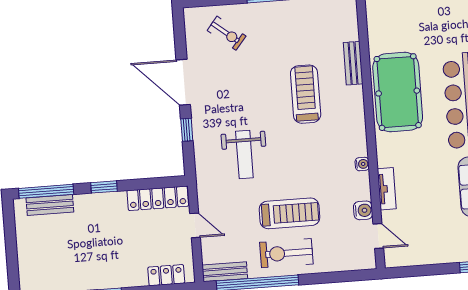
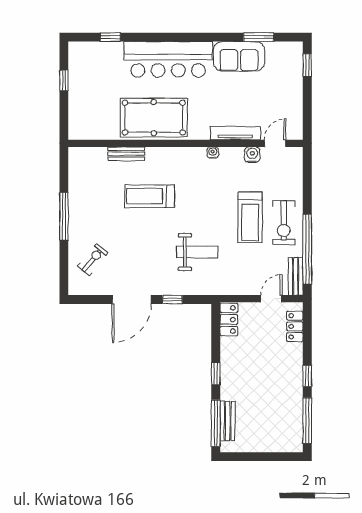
tv unit: (387, 189) -> (235, 133), width x1.41
locker: (158, 198) -> (229, 320), width x0.66
treadmill: (289, 213) -> (250, 217), turned 180
door: (195, 225) -> (271, 299), moved

